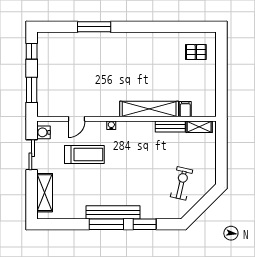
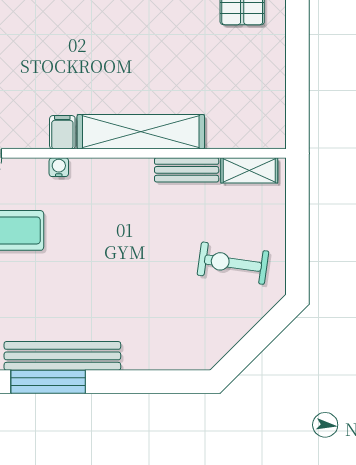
filing cabinet: (185, 109) -> (62, 132), moved
exercise bike: (182, 183) -> (233, 263), moved, turned -95
window: (145, 224) -> (131, 382), removed

